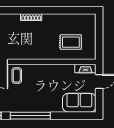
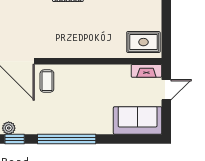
rug: (71, 42) -> (143, 42), moved

